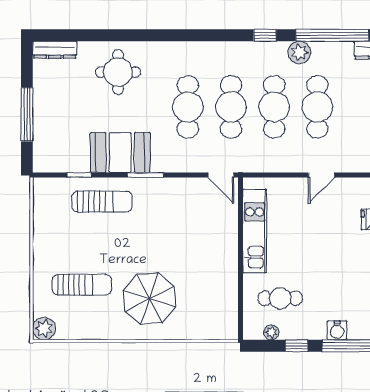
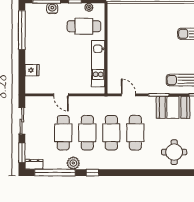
door: (221, 175) -> (128, 95), moved
door: (321, 175) -> (61, 95), swing flipped
cafe table: (280, 298) -> (84, 26), width x1.37, depth x1.35
parasol: (150, 299) -> (157, 26), removed

